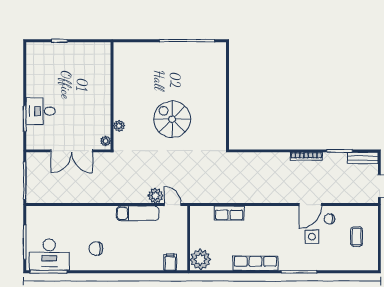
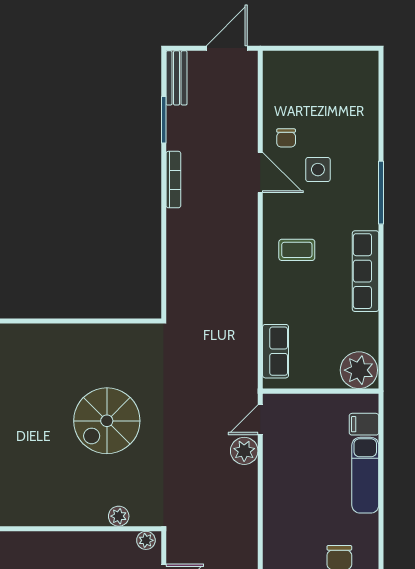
exam couch: (138, 213) -> (365, 475), moved, turned 180
row of seats: (229, 213) -> (276, 351), moved
coffee table: (357, 237) -> (297, 250), moved

